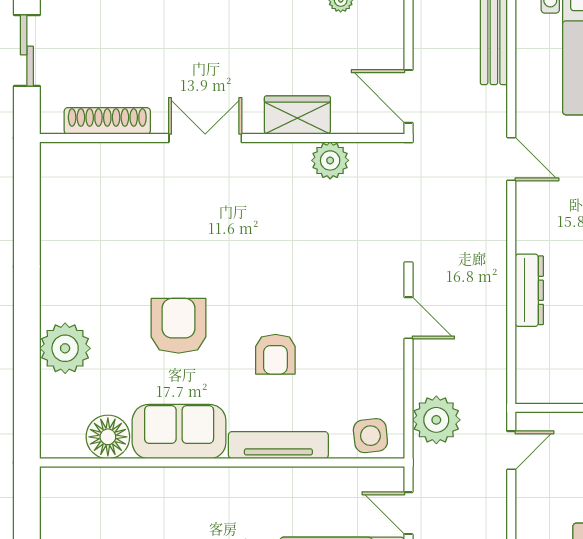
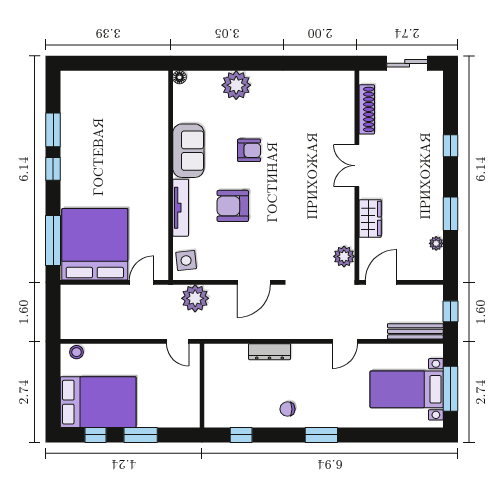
double door: (205, 138) -> (357, 166), swing flipped
plant: (330, 160) -> (344, 256), moved
door: (408, 318) -> (254, 282), width x1.37
armchair: (179, 326) -> (249, 150), width x0.72, depth x0.72
armchair: (275, 354) -> (233, 206), width x1.38, depth x1.38
floor lamp: (108, 437) -> (179, 77), moved, width x0.53, depth x0.53

